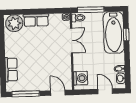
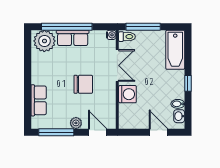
window: (31, 12) -> (67, 27), added
bathtub: (114, 33) -> (175, 50), width x0.73, depth x0.73
window: (126, 35) -> (188, 83), moved
chair: (45, 56) -> (83, 84), added
washing machine: (81, 78) -> (127, 94), moved
plant: (41, 86) -> (76, 123), added

